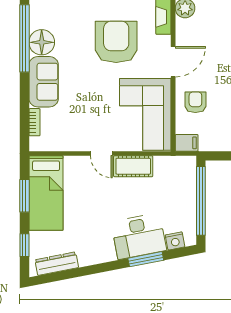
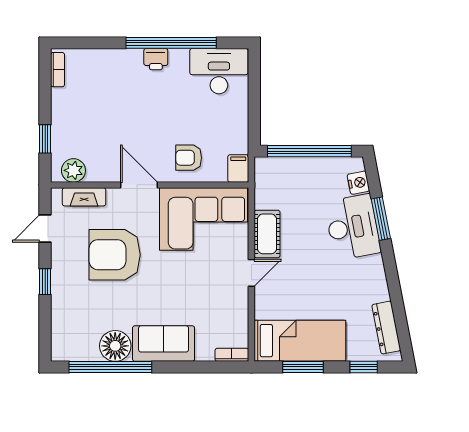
bookcase: (34, 122) -> (232, 355), moved

